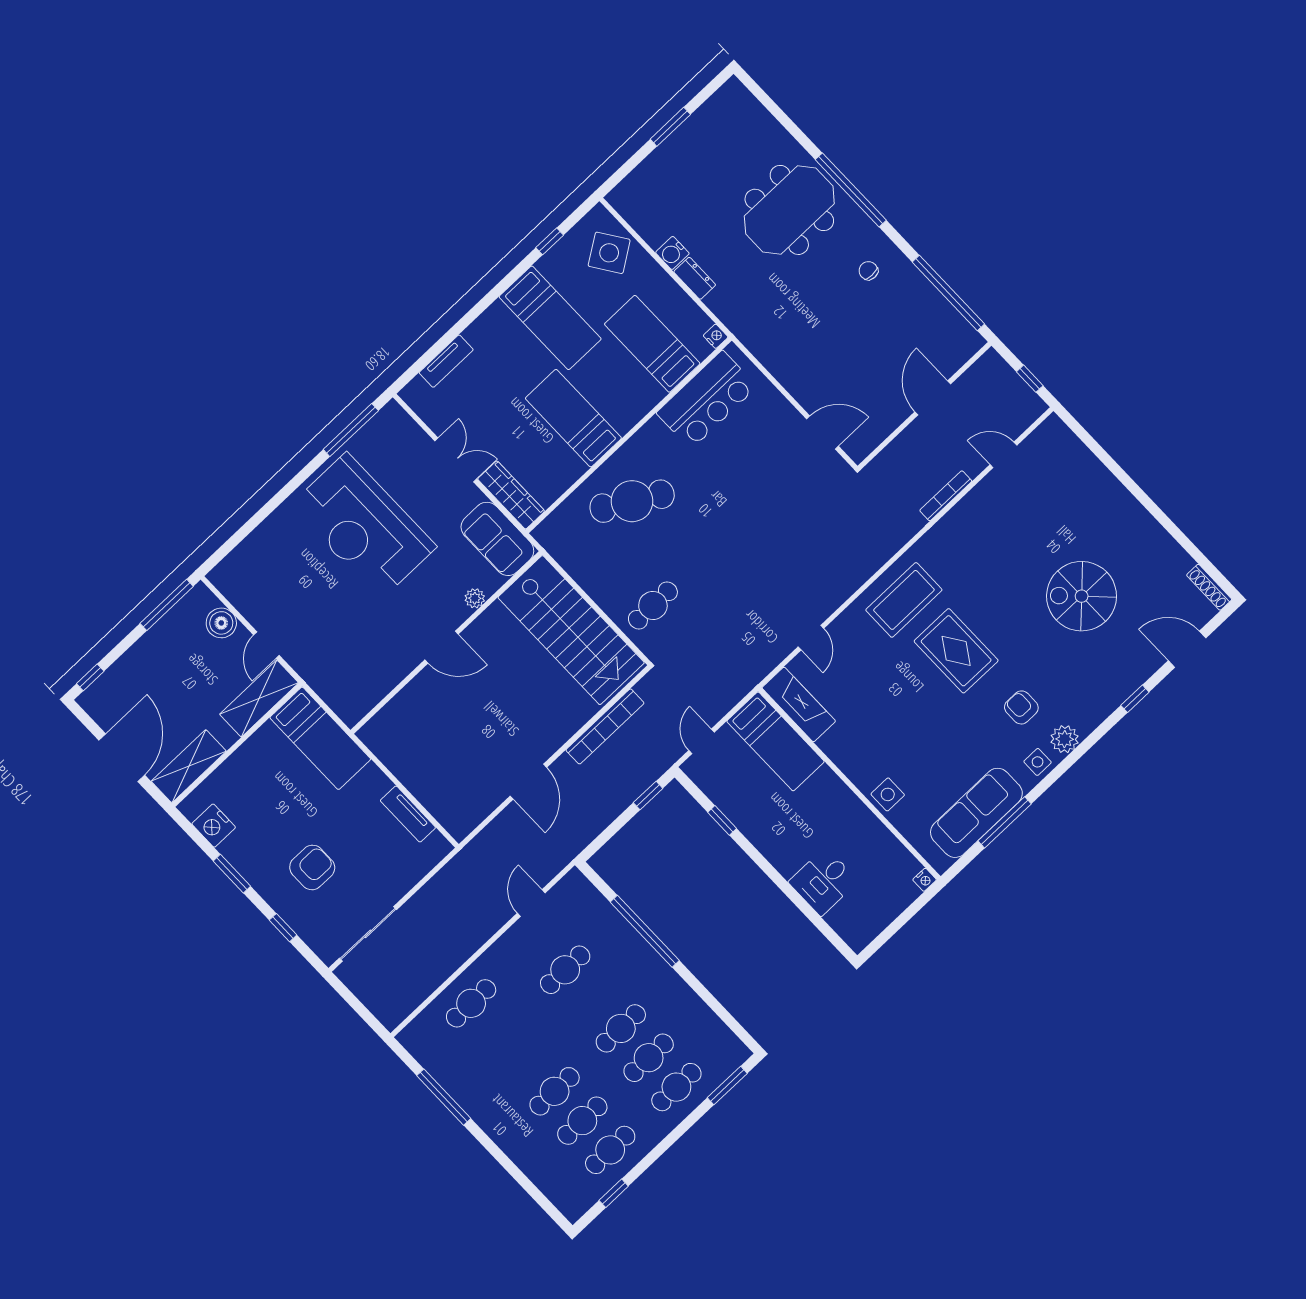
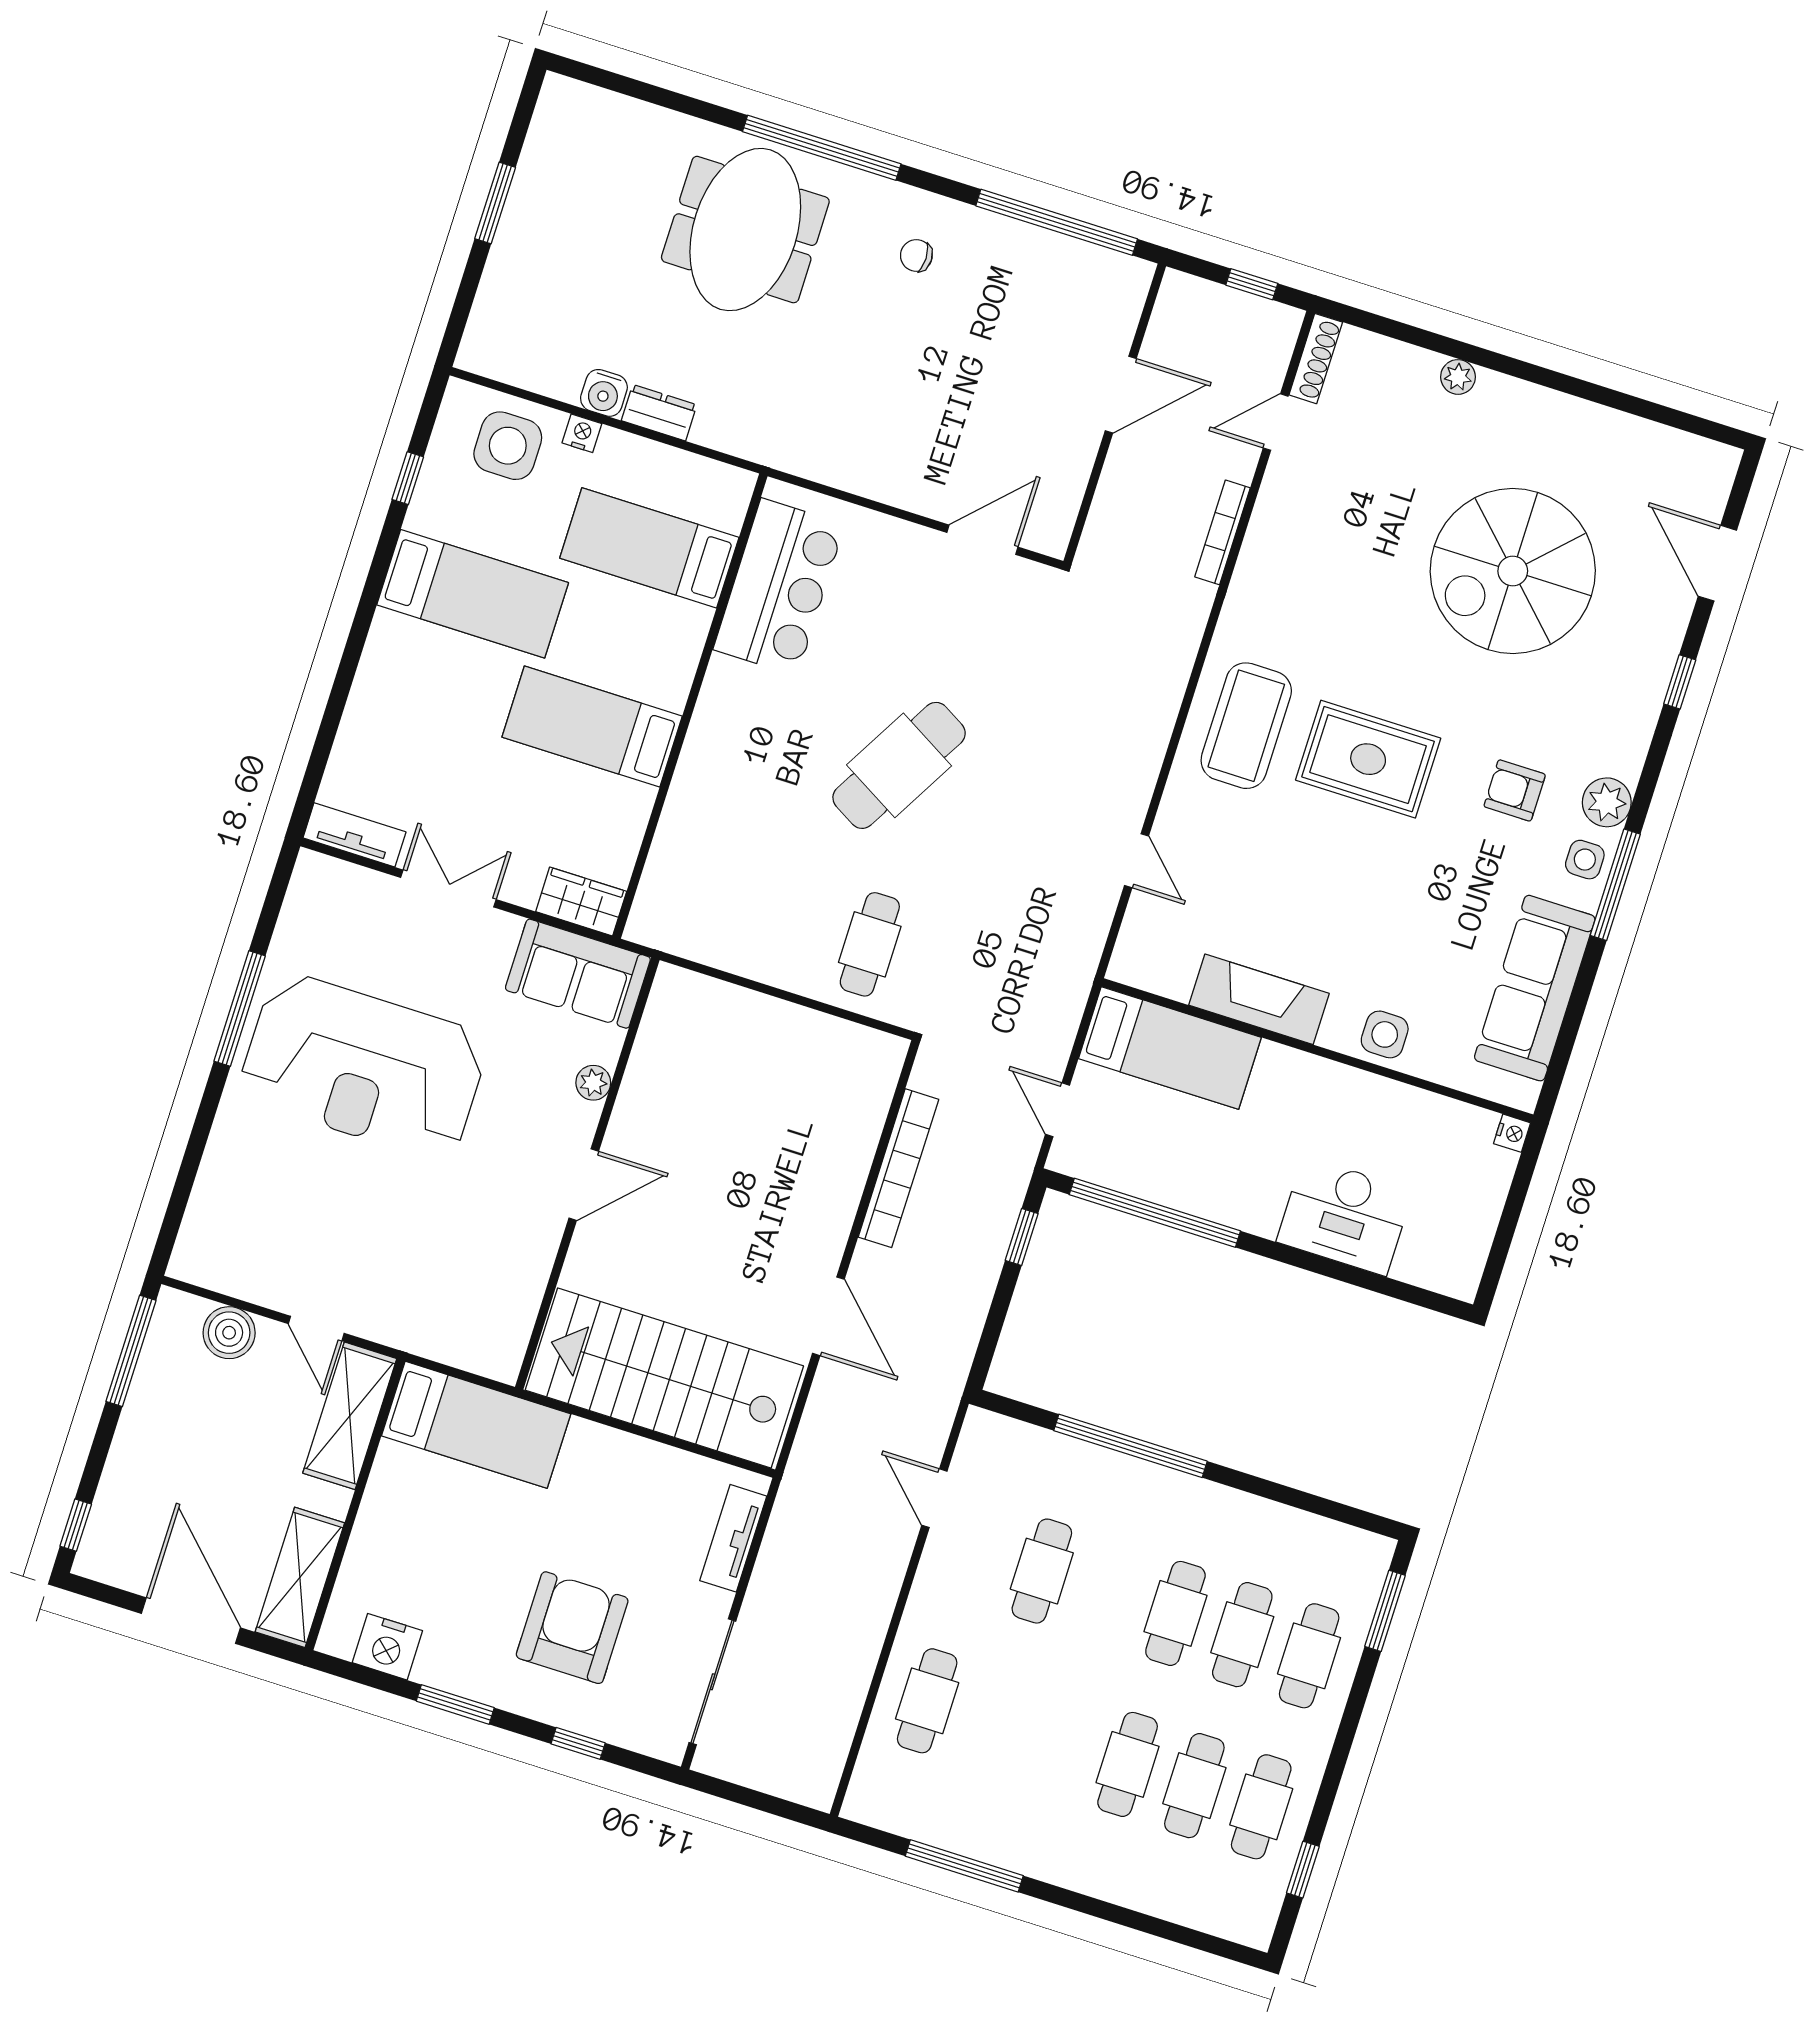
side table: (609, 253) -> (508, 446), turned 34
nightstand: (716, 336) -> (582, 433), moved
tv unit: (446, 361) -> (354, 835), moved, turned -90
door: (933, 398) -> (1121, 395), swing flipped
window: (351, 430) -> (240, 1009), moved
plant: (1108, 483) -> (1458, 377), added
wardrobe: (511, 495) -> (581, 902), width x0.67
cafe table: (632, 501) -> (899, 765), moved
shoe rack: (1209, 587) -> (1316, 359), moved, turned -90
spiral stairs: (1082, 596) -> (1513, 571), width x1.37, depth x1.37
stairs: (571, 630) -> (664, 1378), moved, turned 180
door: (1187, 649) -> (1717, 563), hinge flipped
fireplace: (799, 704) -> (1259, 999), moved
tv unit: (408, 814) -> (733, 1538), moved, turned 90
window: (722, 820) -> (1155, 1213), width x3.17
window: (1005, 822) -> (1615, 885), moved
armchair: (312, 867) -> (572, 1628), width x1.36, depth x1.36
desk: (823, 882) -> (1345, 1216), width x1.37

